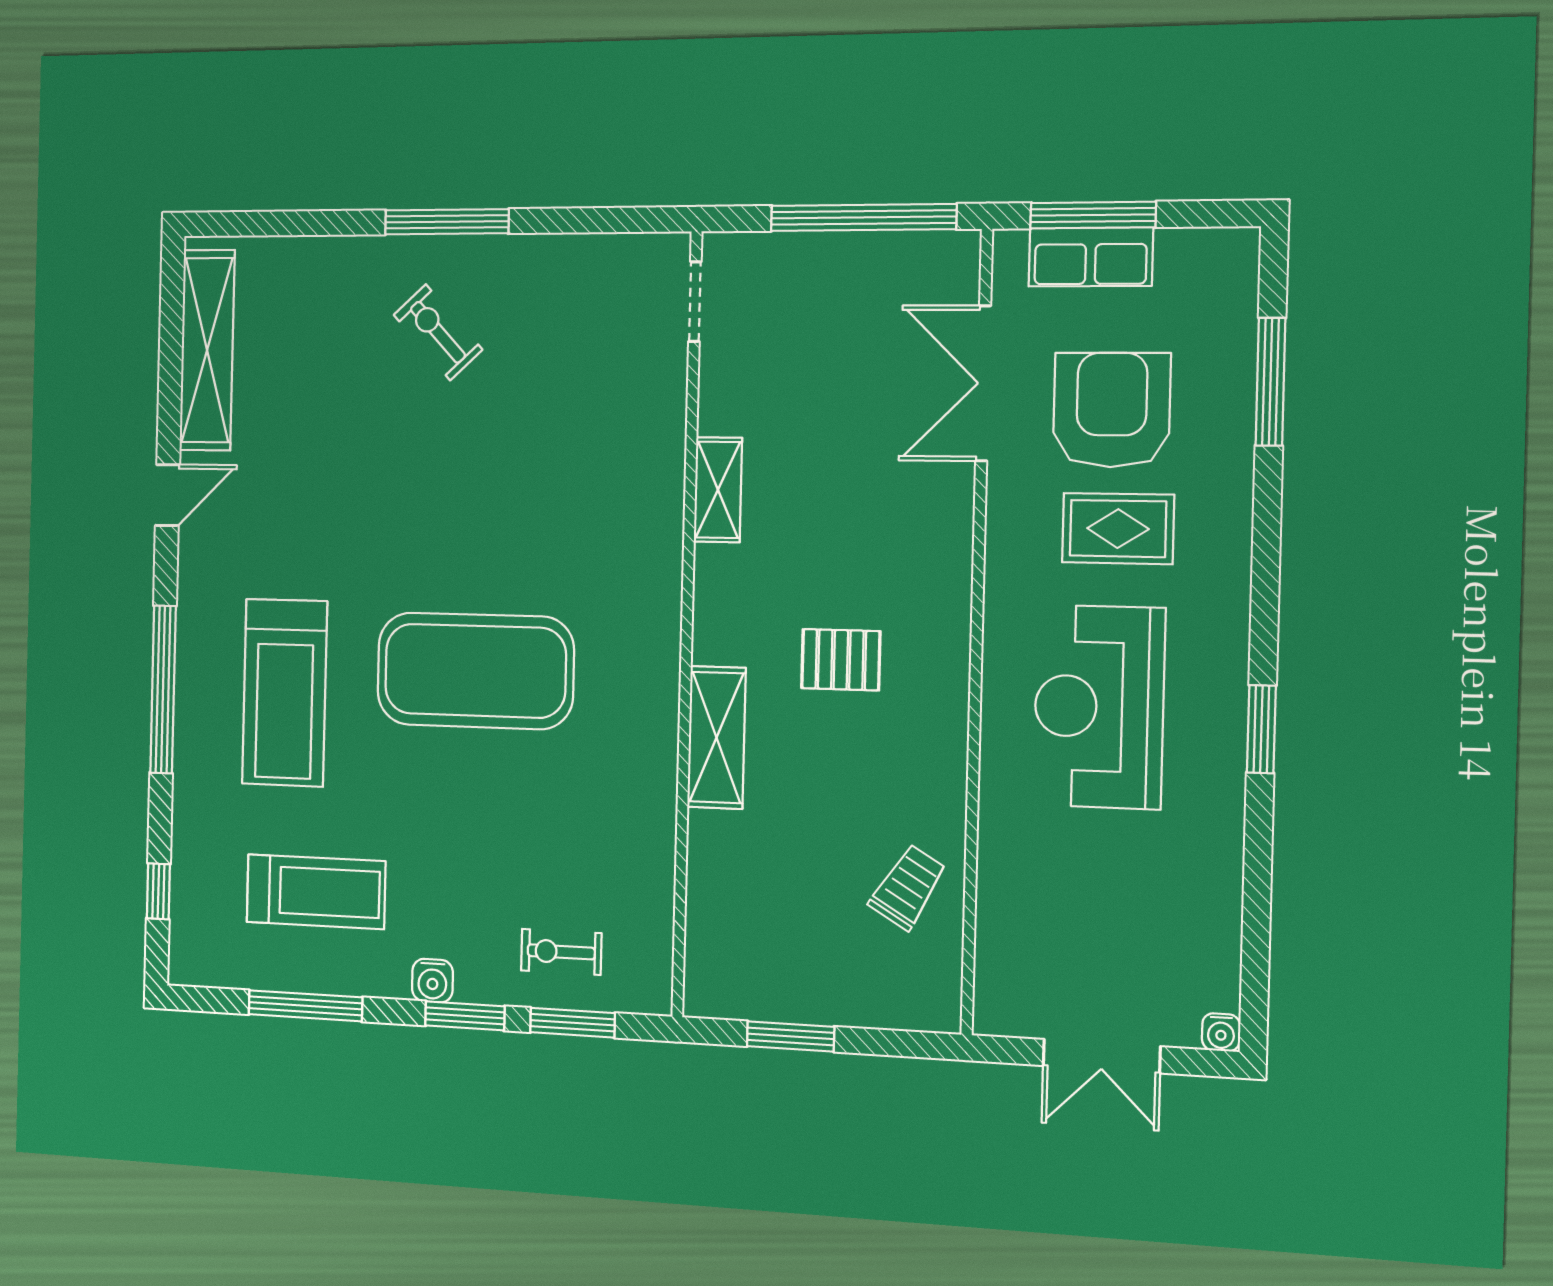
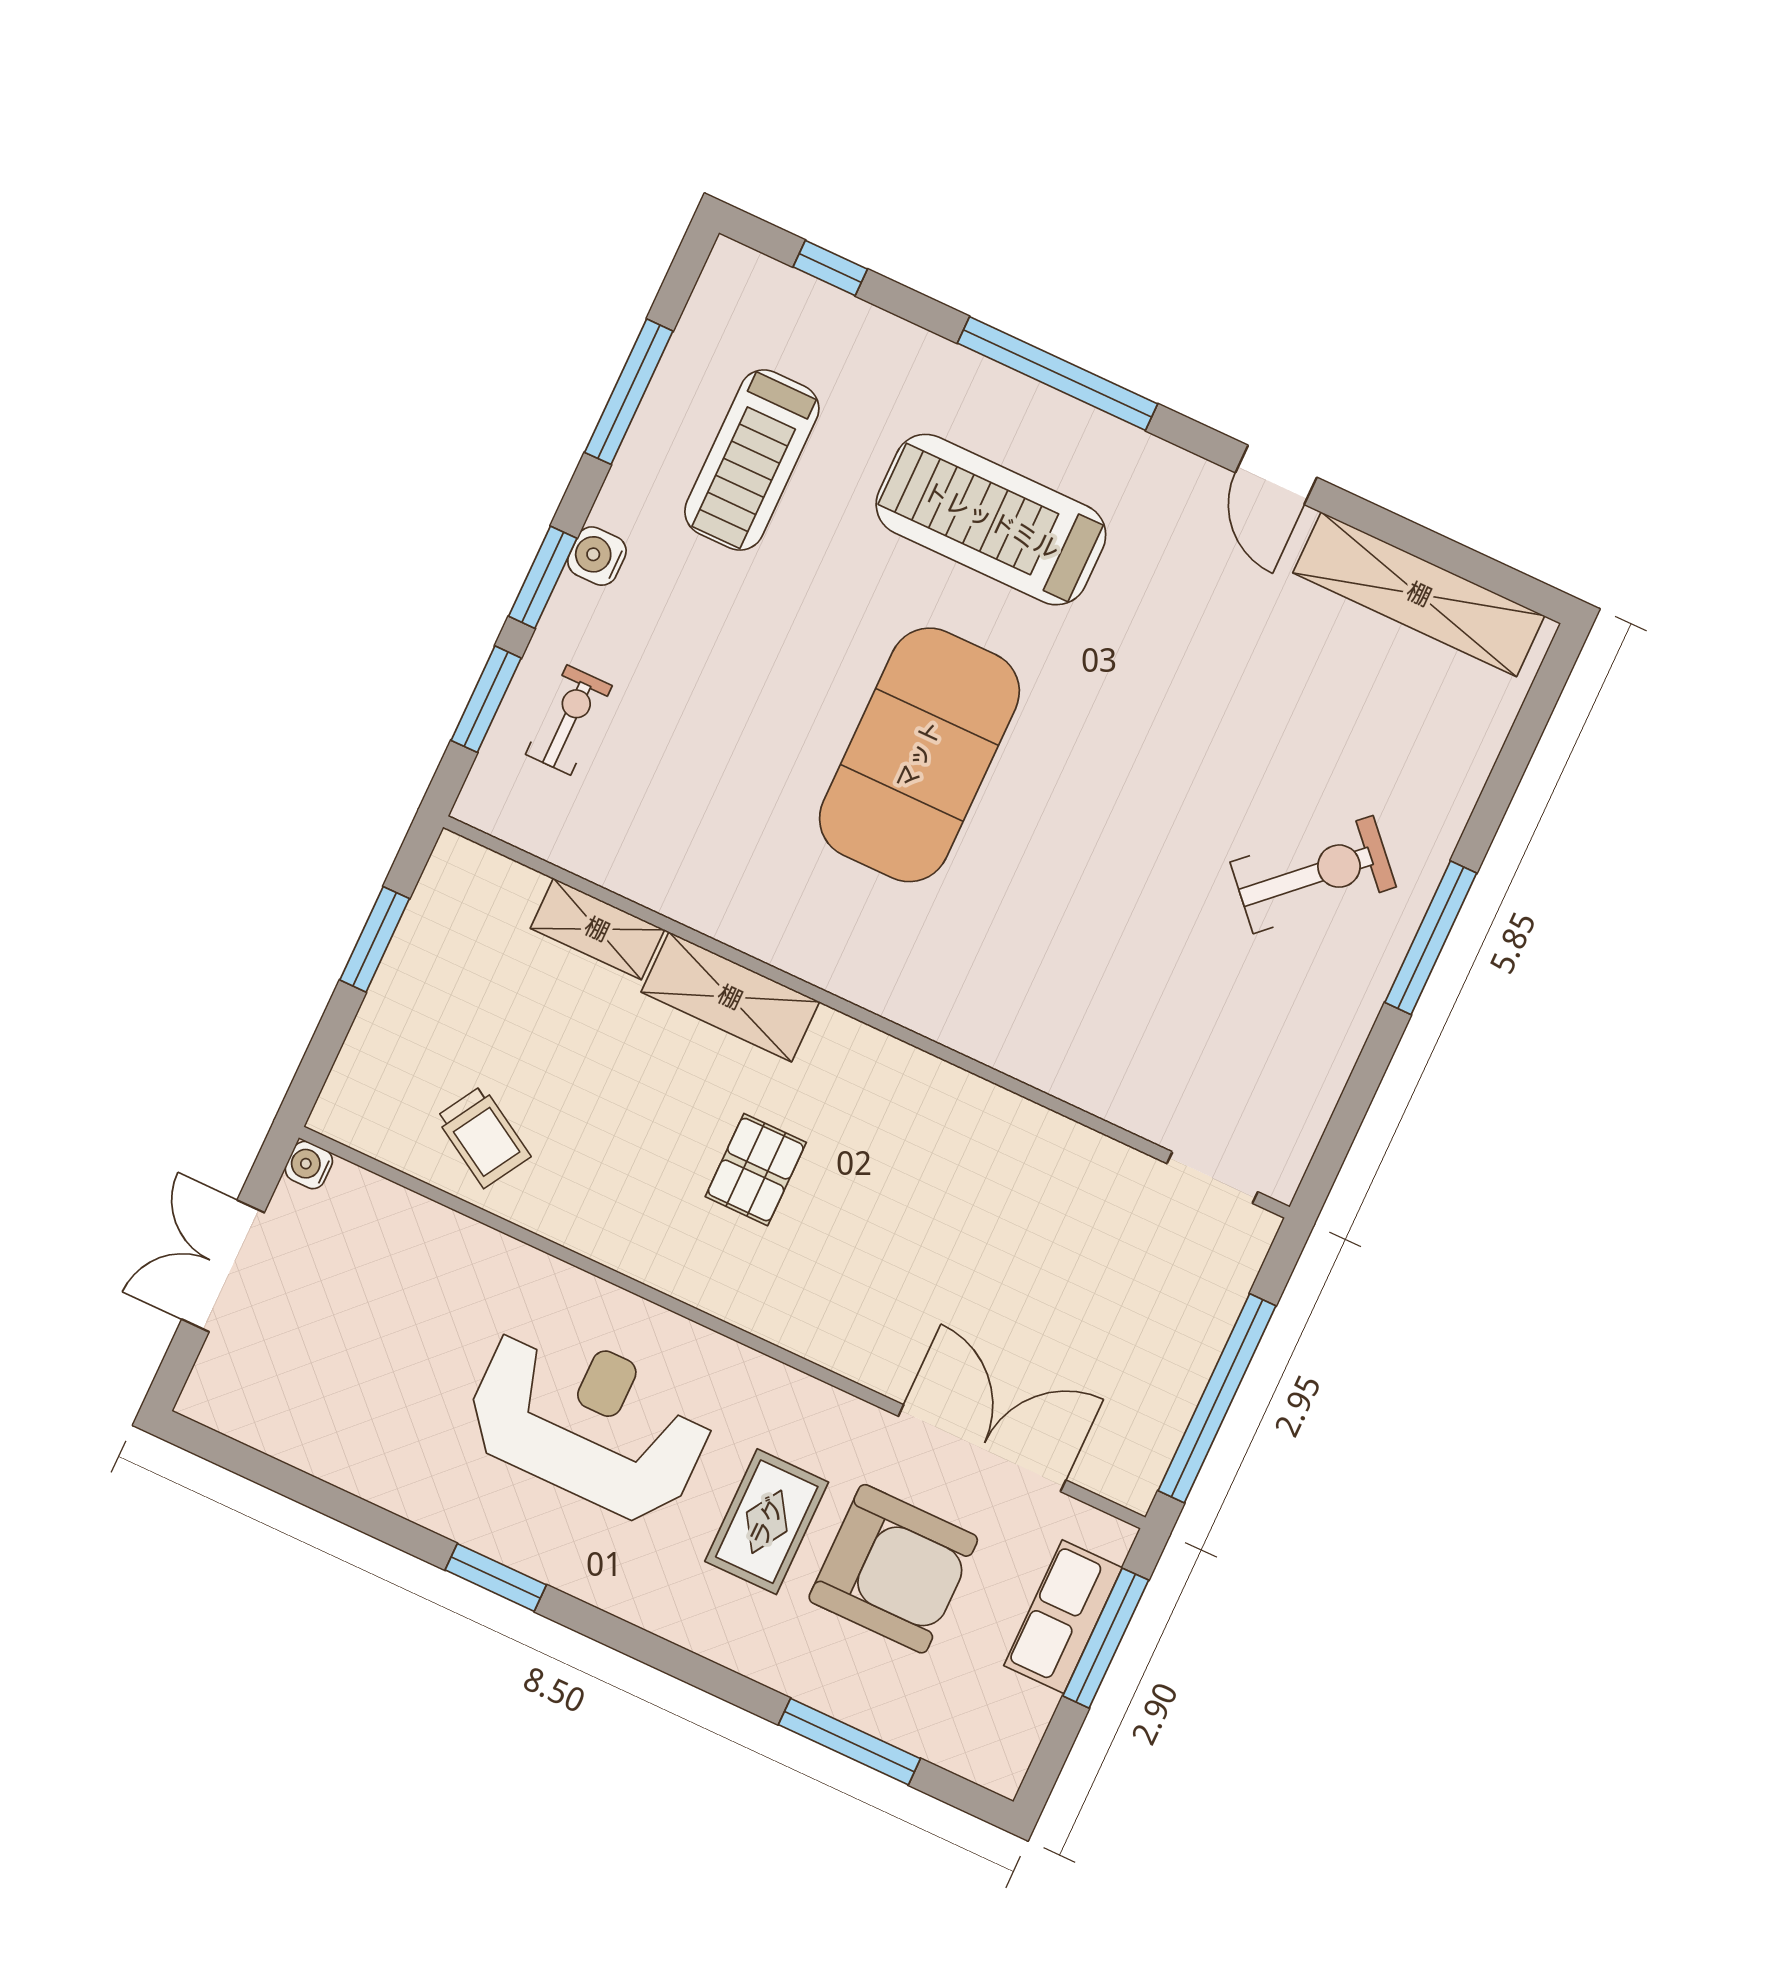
exercise bike: (438, 332) -> (1313, 875), width x1.38, depth x1.39
shelving: (718, 490) -> (597, 929), moved
water cooler: (1221, 1032) -> (309, 1165), moved

